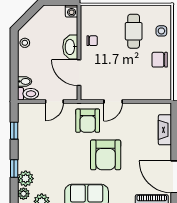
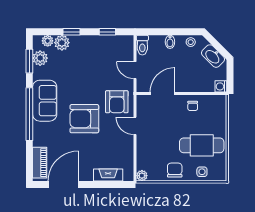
cafe table: (134, 31) -> (202, 145), width x1.37, depth x1.35
washbasin: (70, 47) -> (213, 56), moved, turned -135
bidet: (25, 81) -> (170, 42), moved
plant: (166, 94) -> (142, 176), added
armchair: (88, 121) -> (117, 102), turned -90

